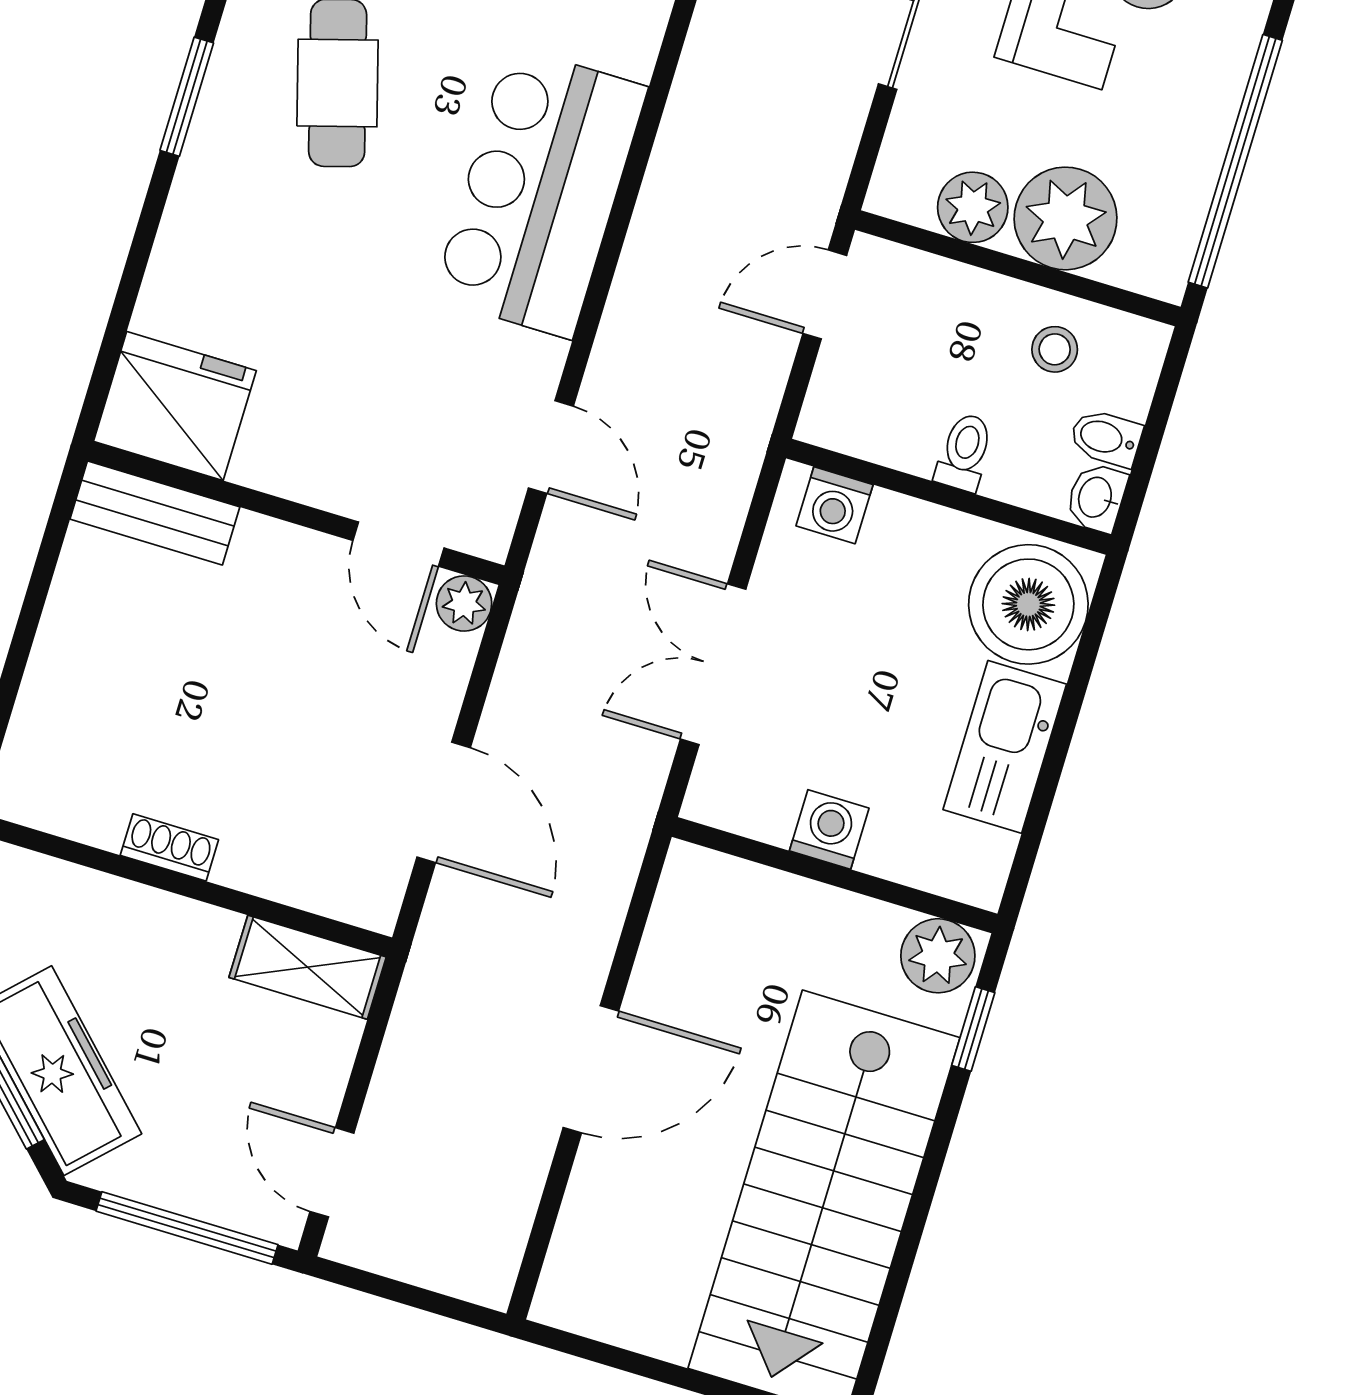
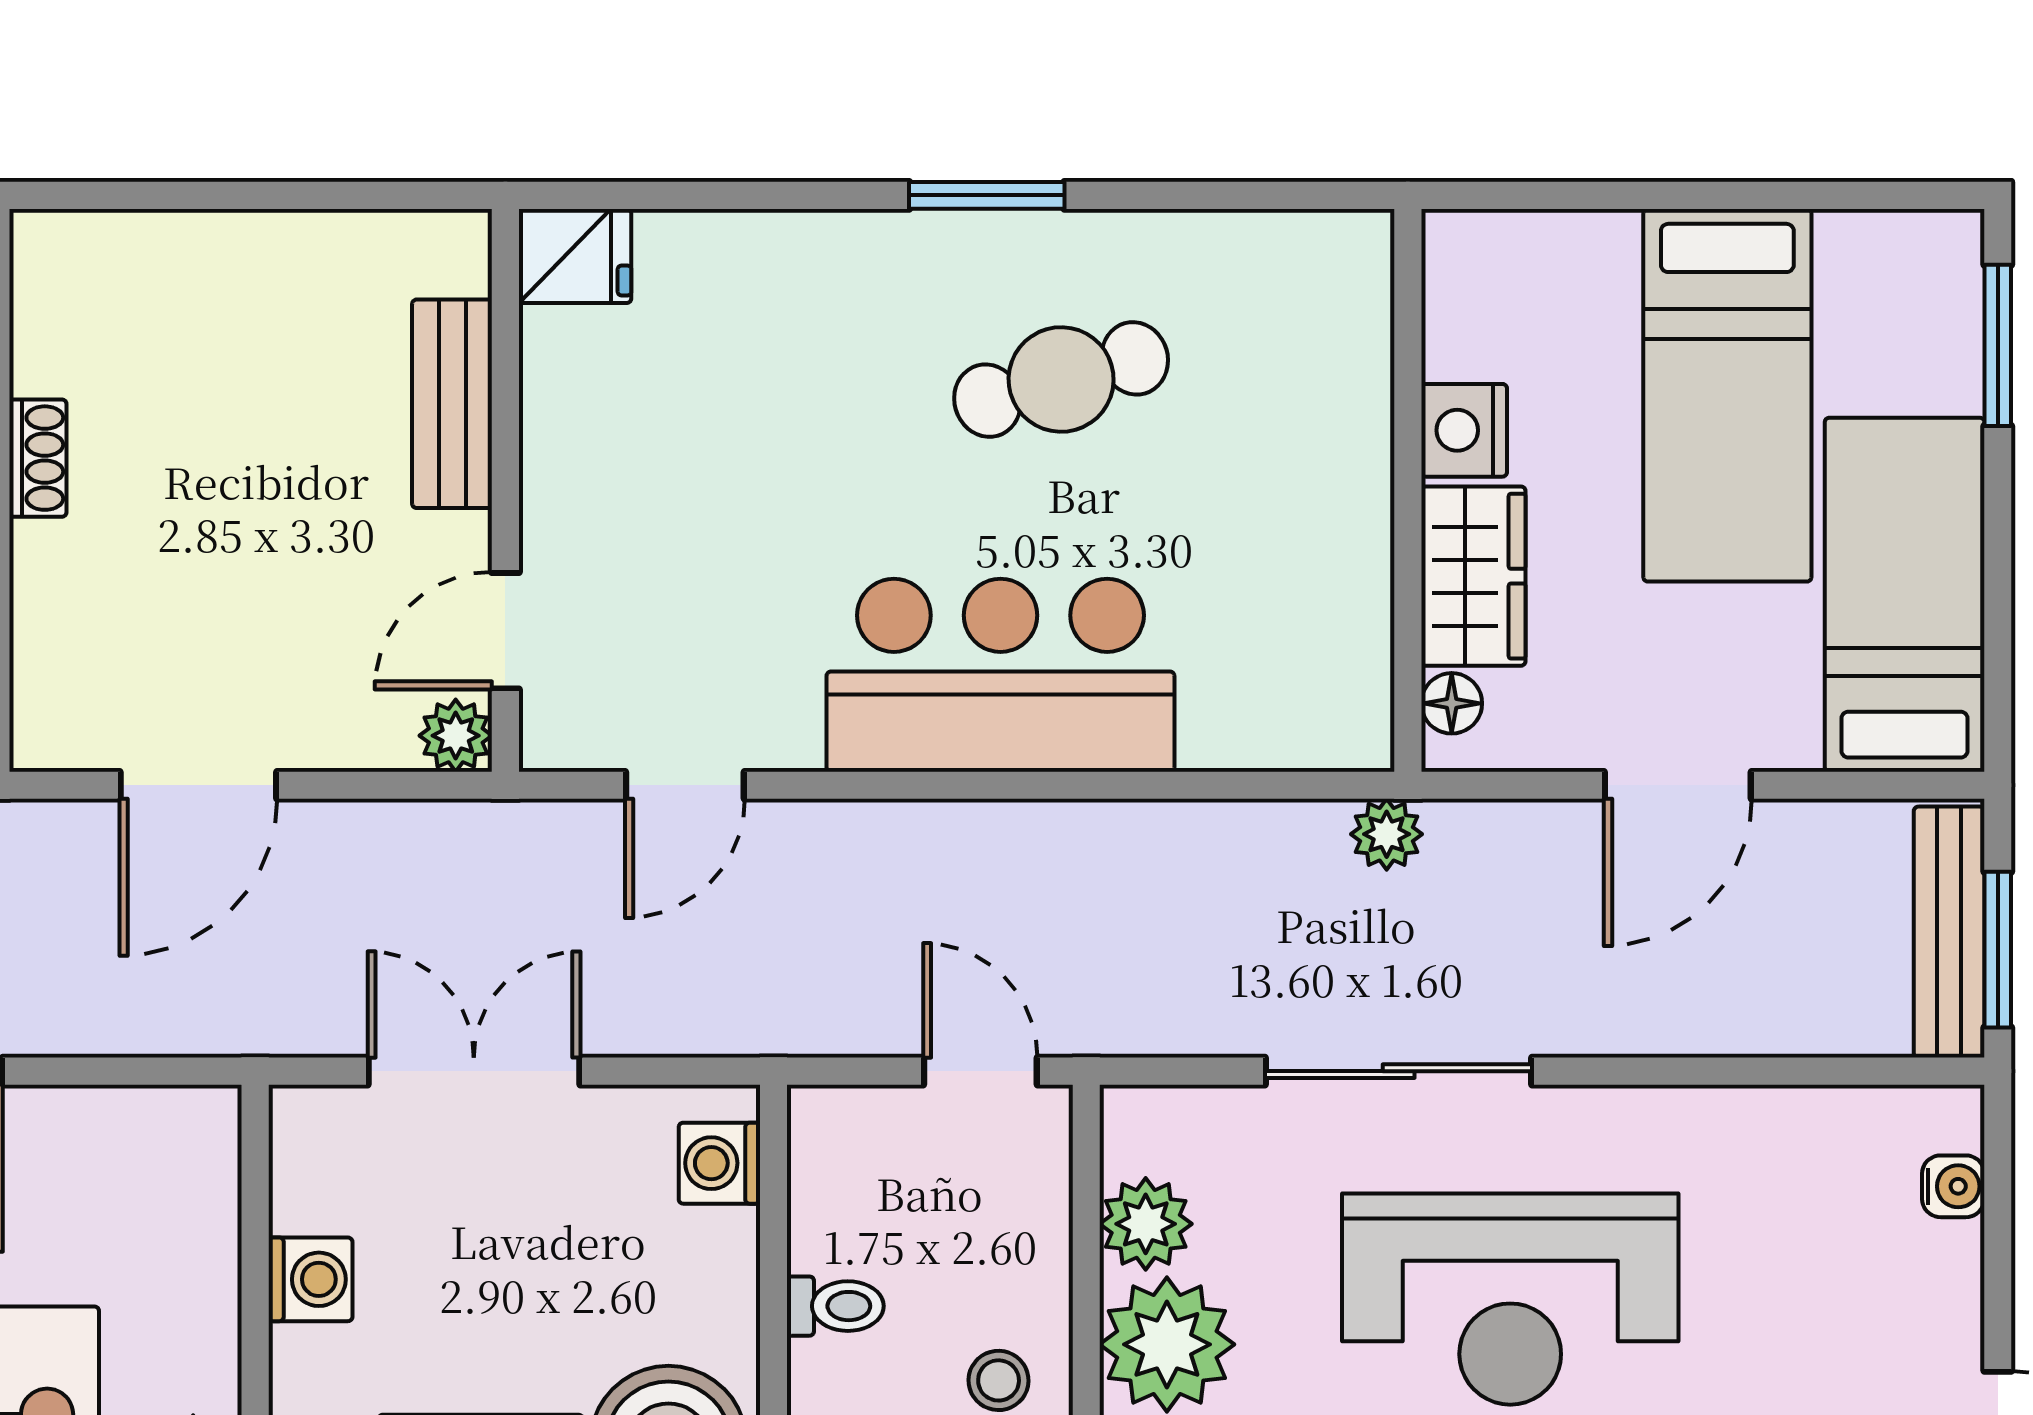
fridge: (175, 406) -> (575, 256), width x0.53, depth x0.75
bench: (155, 513) -> (452, 404), moved

